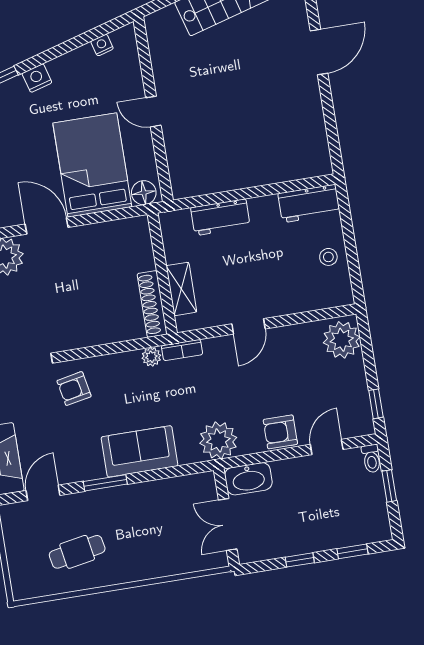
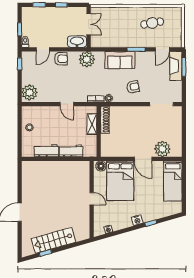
workbench: (309, 203) -> (47, 151), moved
door: (249, 326) -> (67, 104), swing flipped
armchair: (74, 389) -> (133, 87), moved

